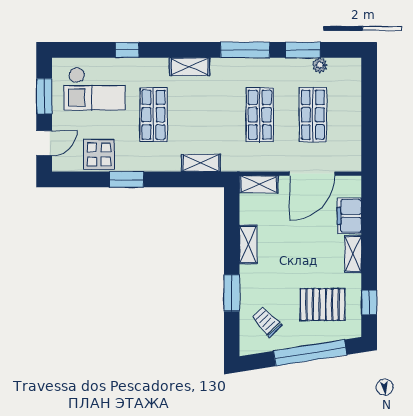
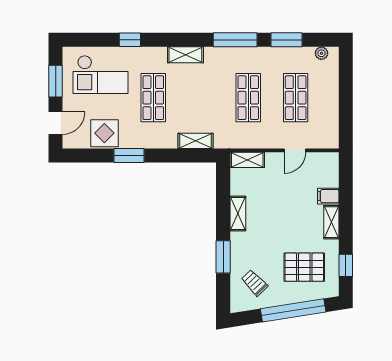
plant: (320, 65) -> (321, 53), moved
door: (312, 174) -> (295, 150), width x0.53
filing cabinet: (349, 216) -> (328, 196), width x0.50

